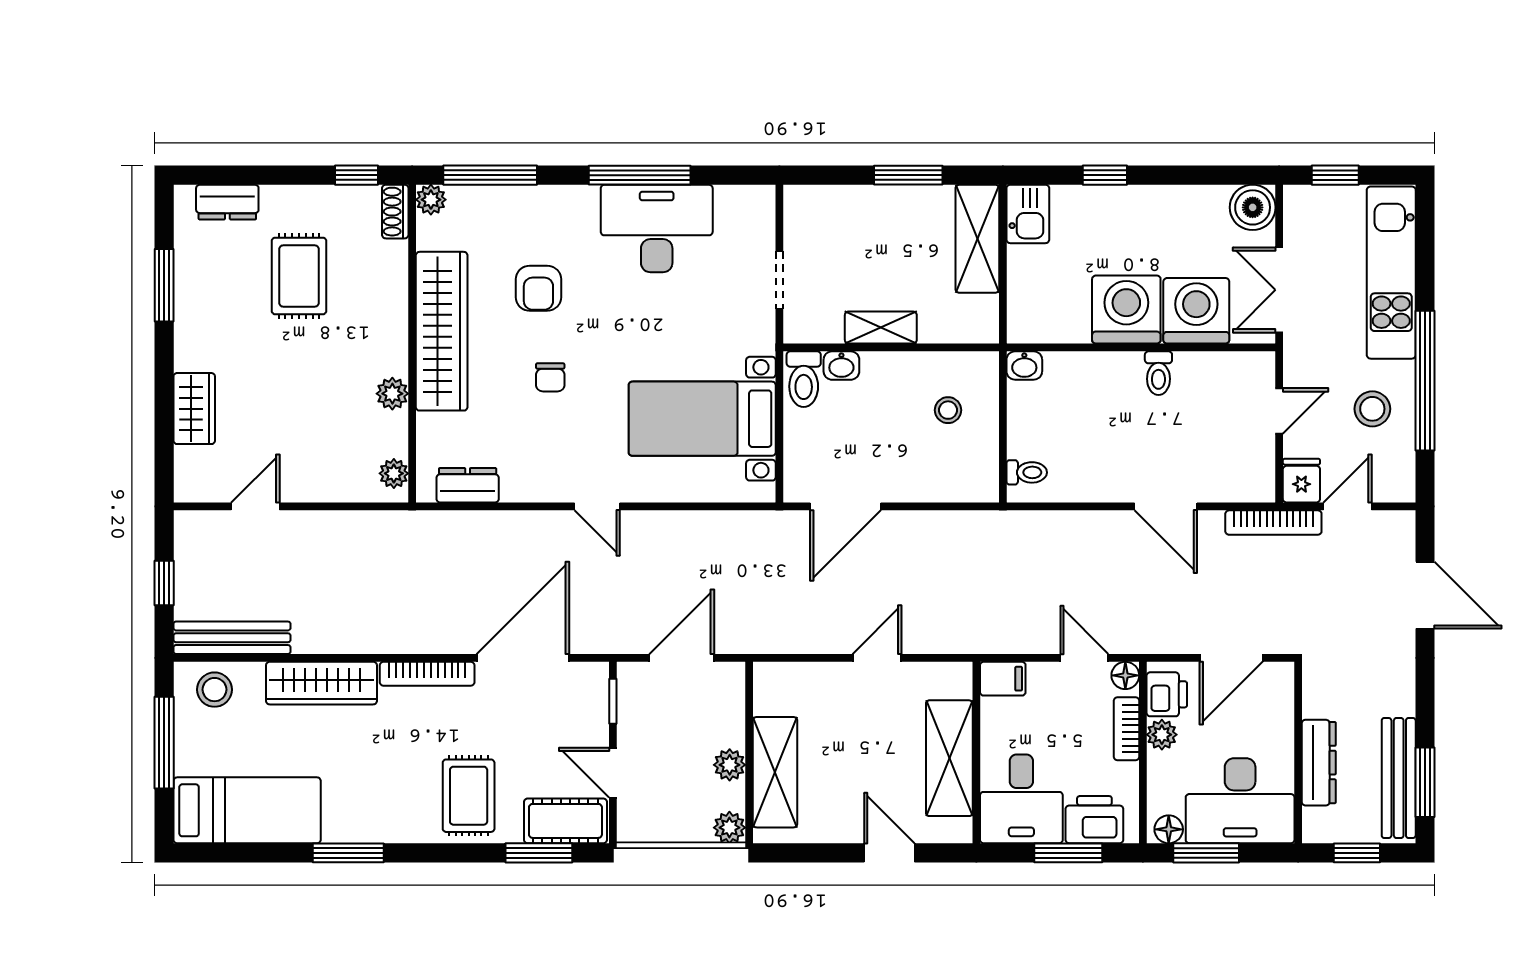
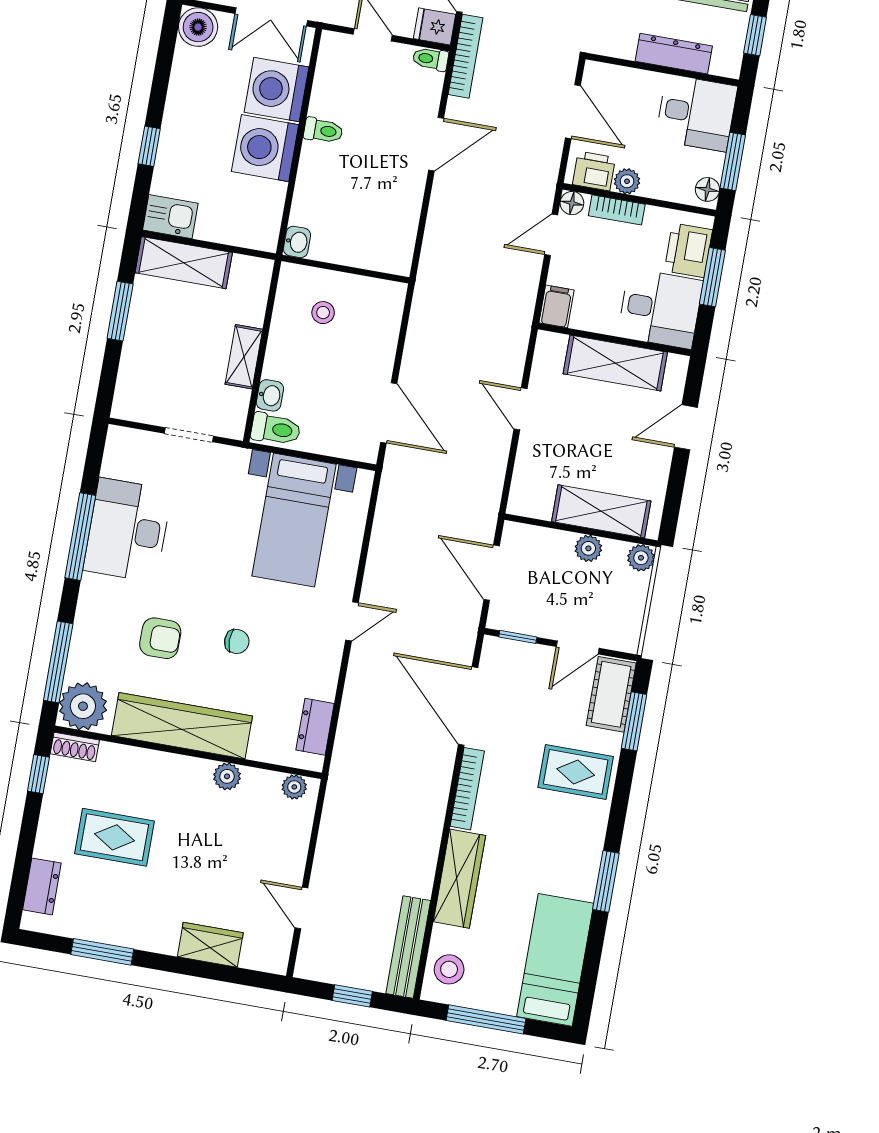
plant: (431, 200) -> (83, 706), width x1.88, depth x1.88
toilet: (1027, 472) -> (430, 59), moved, turned -90
desk: (1240, 801) -> (696, 113), width x0.73

